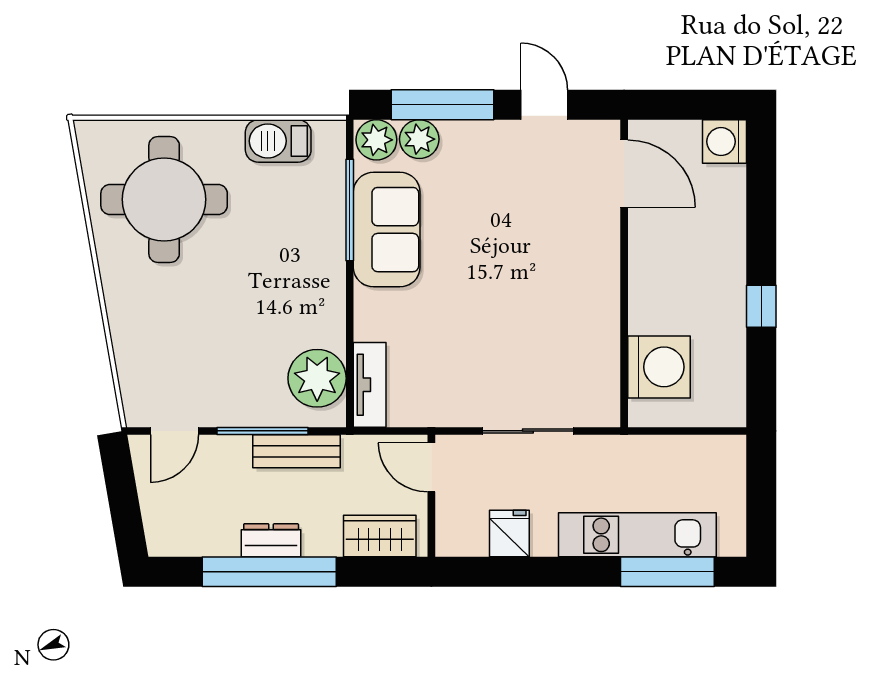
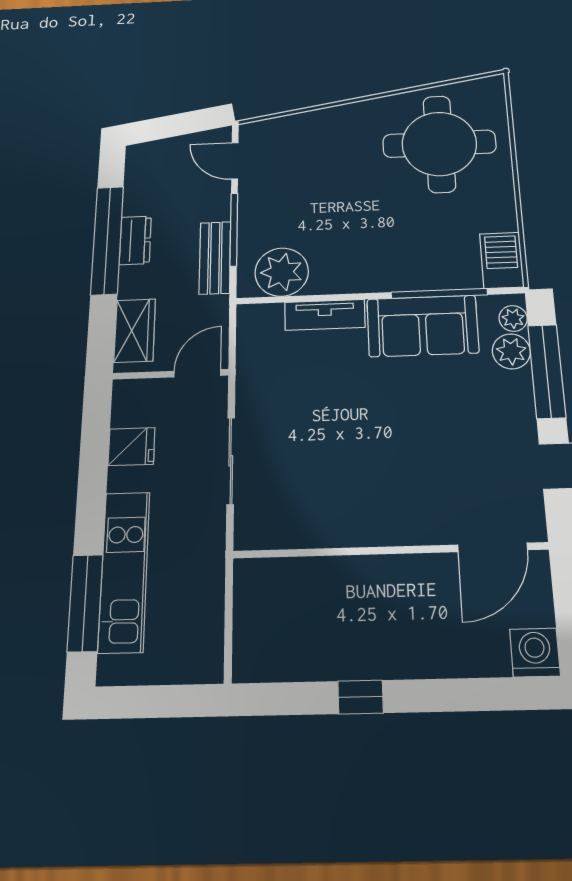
plant: (376, 140) -> (513, 318), width x0.73, depth x0.73
barbecue: (278, 141) -> (502, 260), moved
washing machine: (659, 367) -> (295, 589), removed
tv unit: (370, 385) -> (325, 315), moved

